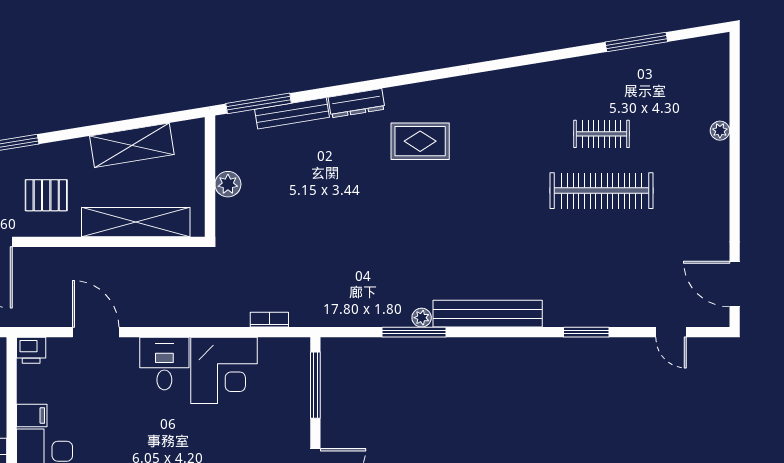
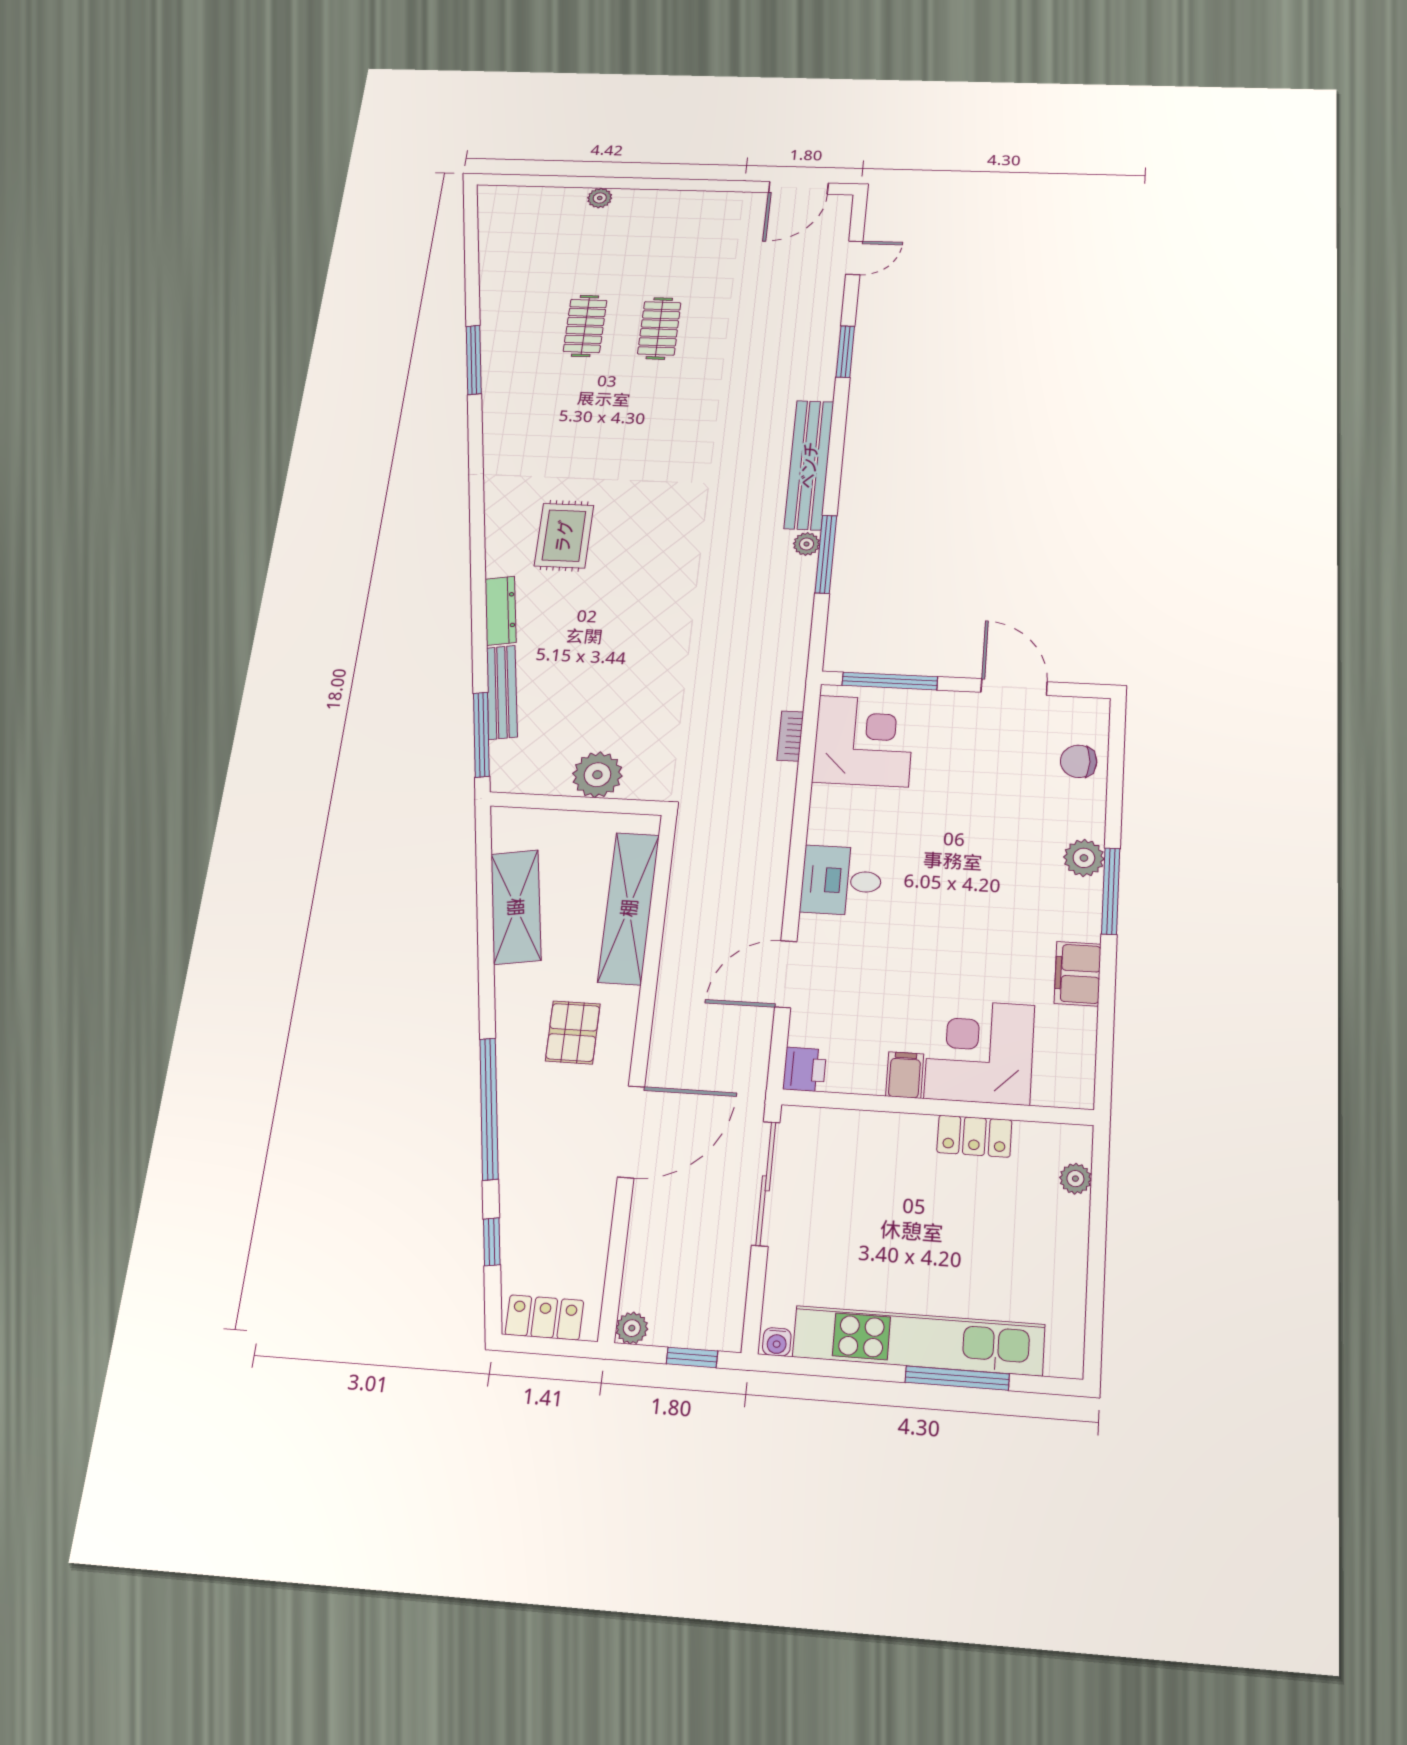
window: (636, 42) -> (474, 360), moved
plant: (228, 184) -> (597, 775), width x1.36, depth x1.36
clothes rail: (602, 191) -> (659, 328), width x0.54, depth x0.76
corner desk: (224, 370) -> (864, 741), moved

